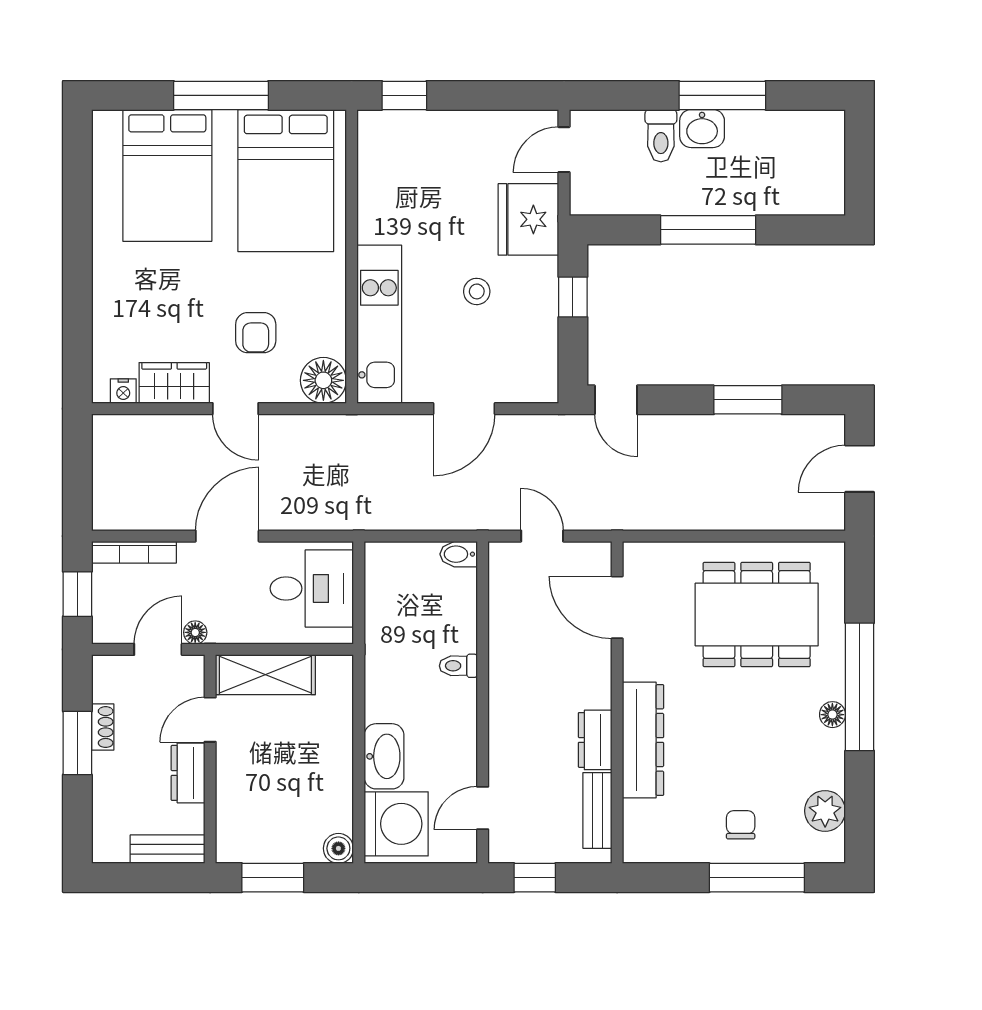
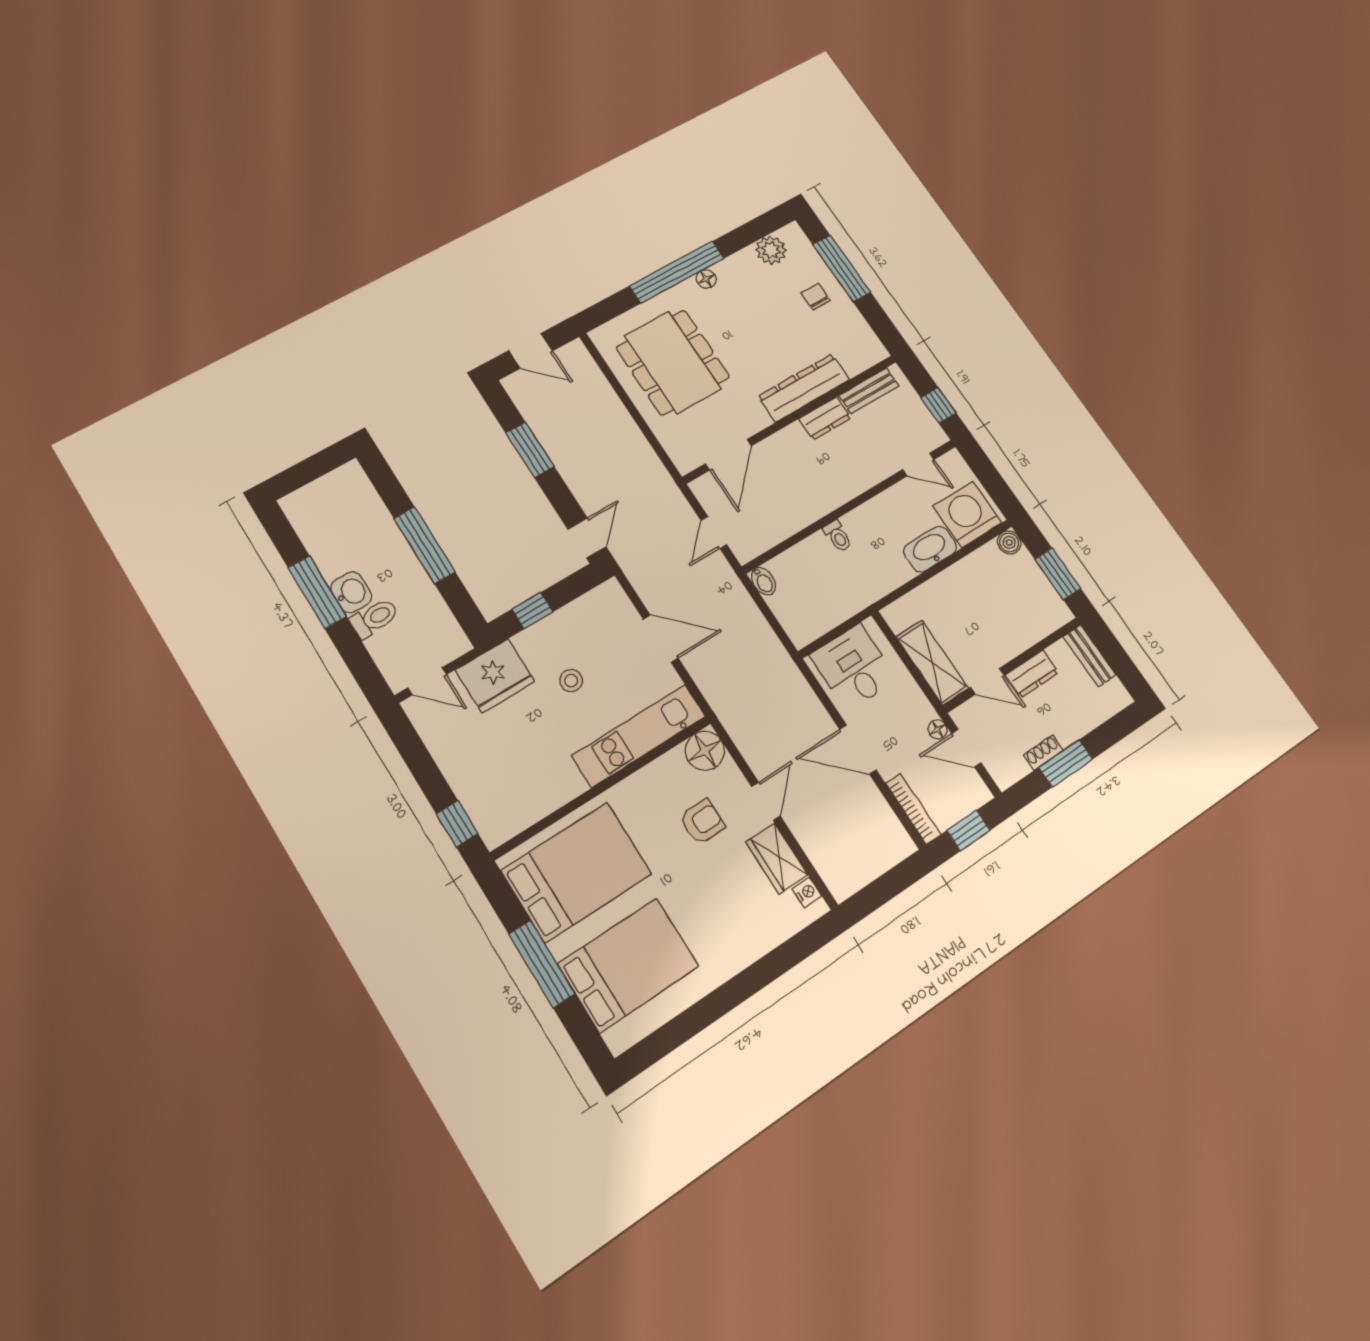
chair: (741, 825) -> (816, 297), turned 90

